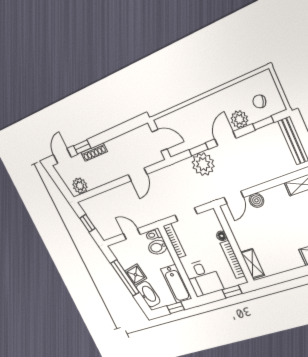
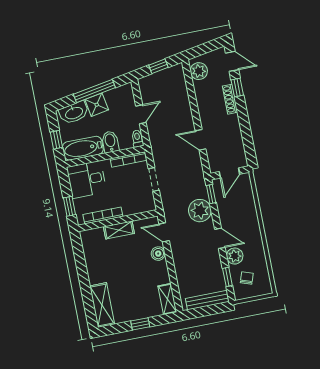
window: (199, 150) -> (211, 194), moved
floor lamp: (222, 236) -> (128, 210), removed
bidet: (158, 247) -> (110, 142), moved
shelving: (253, 264) -> (119, 230), moved

